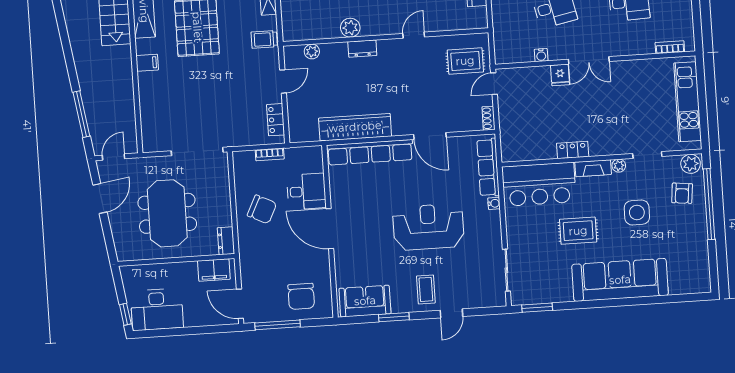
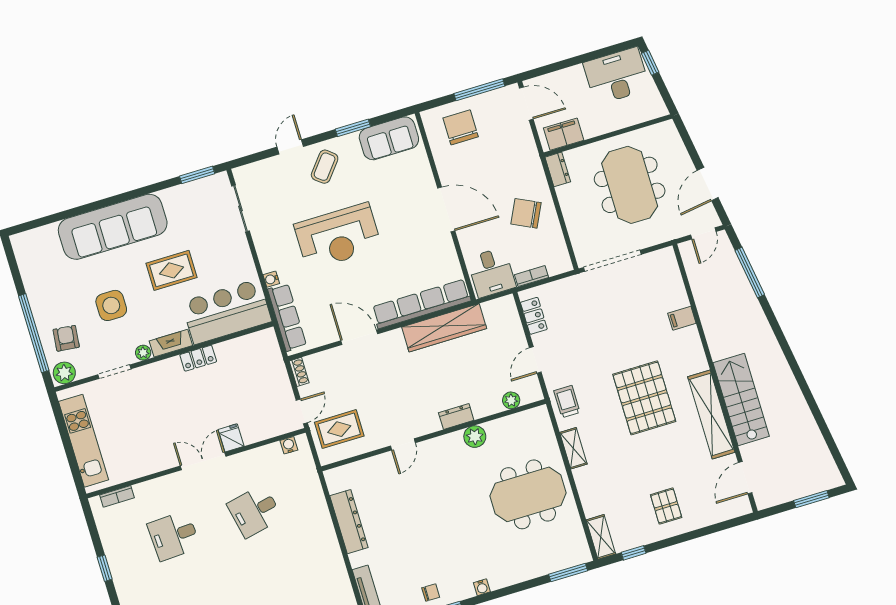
trolley: (264, 39) -> (567, 402), turned -90
water cooler: (541, 55) -> (289, 445), moved
filing cabinet: (147, 63) -> (682, 318), moved
desk: (306, 191) -> (491, 272), moved, turned -90
coffee table: (426, 289) -> (325, 167), turned 39

